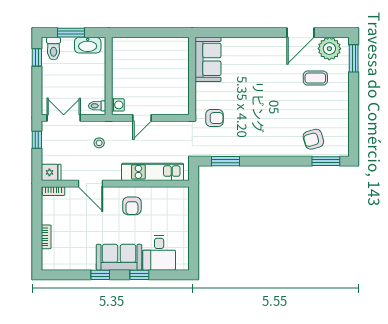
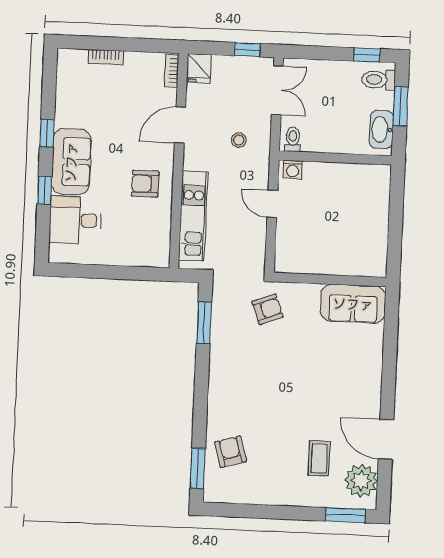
armchair: (214, 118) -> (268, 309), turned -111

